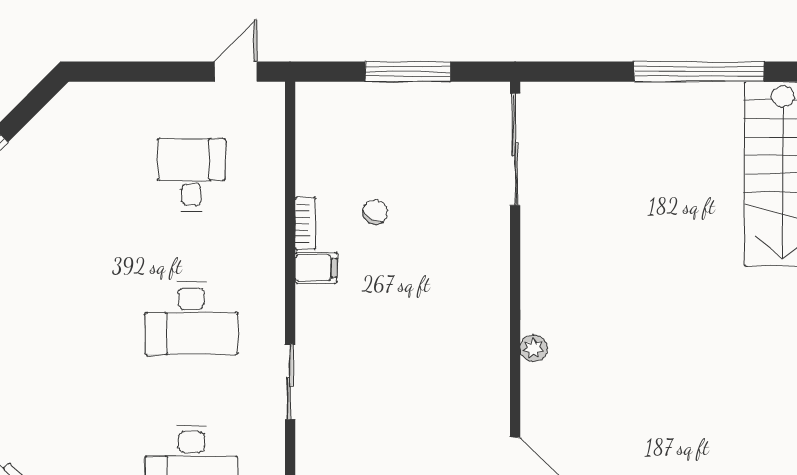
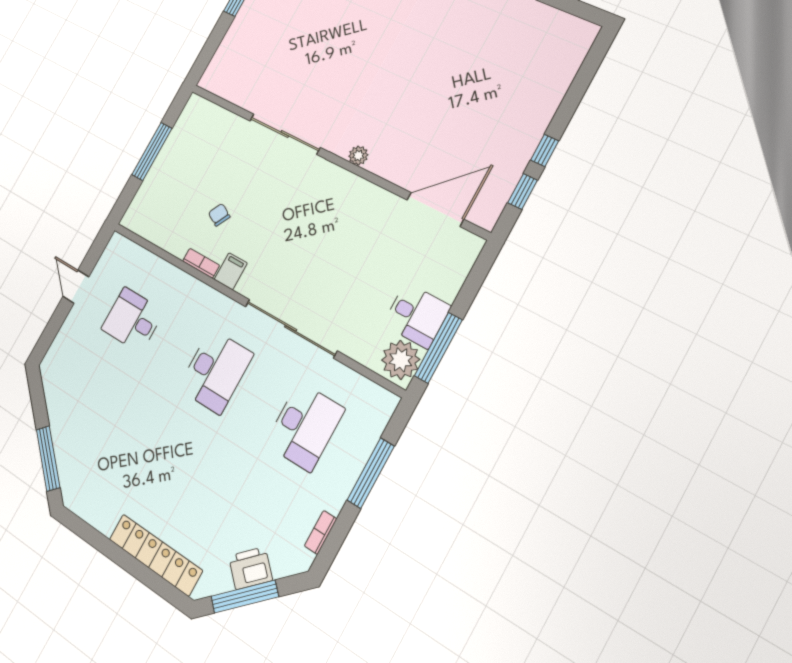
door: (236, 72) -> (76, 287), moved
sliding door: (515, 149) -> (285, 134), moved
sliding door: (290, 382) -> (291, 328), width x1.86

